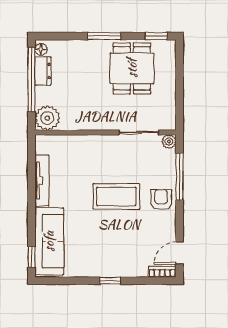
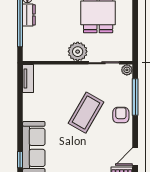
plant: (47, 118) -> (78, 52), moved
tv unit: (42, 181) -> (28, 79), moved, width x0.71
coffee table: (116, 196) -> (86, 113), turned -60

